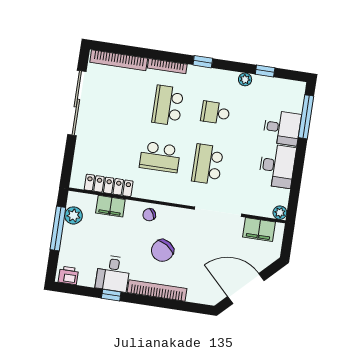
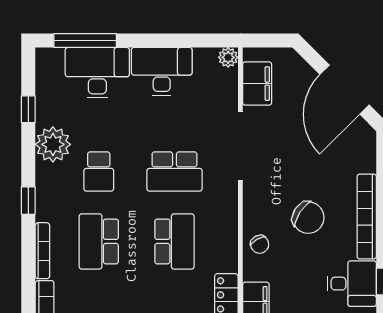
plant: (245, 79) -> (53, 144), width x1.87, depth x1.87
school desk: (168, 105) -> (99, 241), turned 90
desk: (282, 128) -> (97, 73), width x1.37

